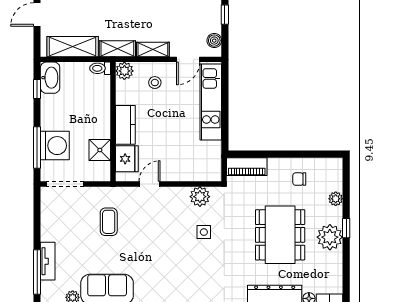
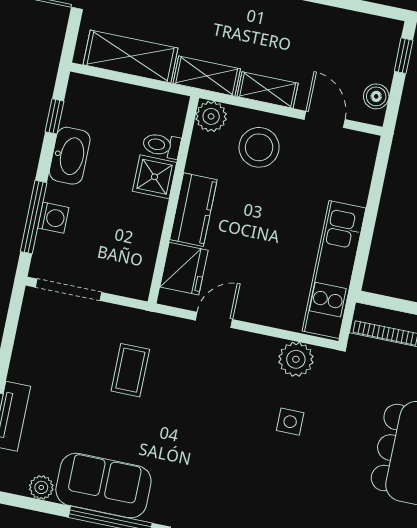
door: (188, 59) -> (325, 119), swing flipped
toilet: (100, 68) -> (162, 145), moved
washbasin: (50, 78) -> (70, 156), moved
stool: (155, 83) -> (259, 147), width x1.89, depth x1.89
kitchen unit: (211, 102) -> (334, 270), moved
washing machine: (55, 146) -> (53, 218), width x0.53, depth x0.53
shower: (100, 150) -> (155, 177), moved

